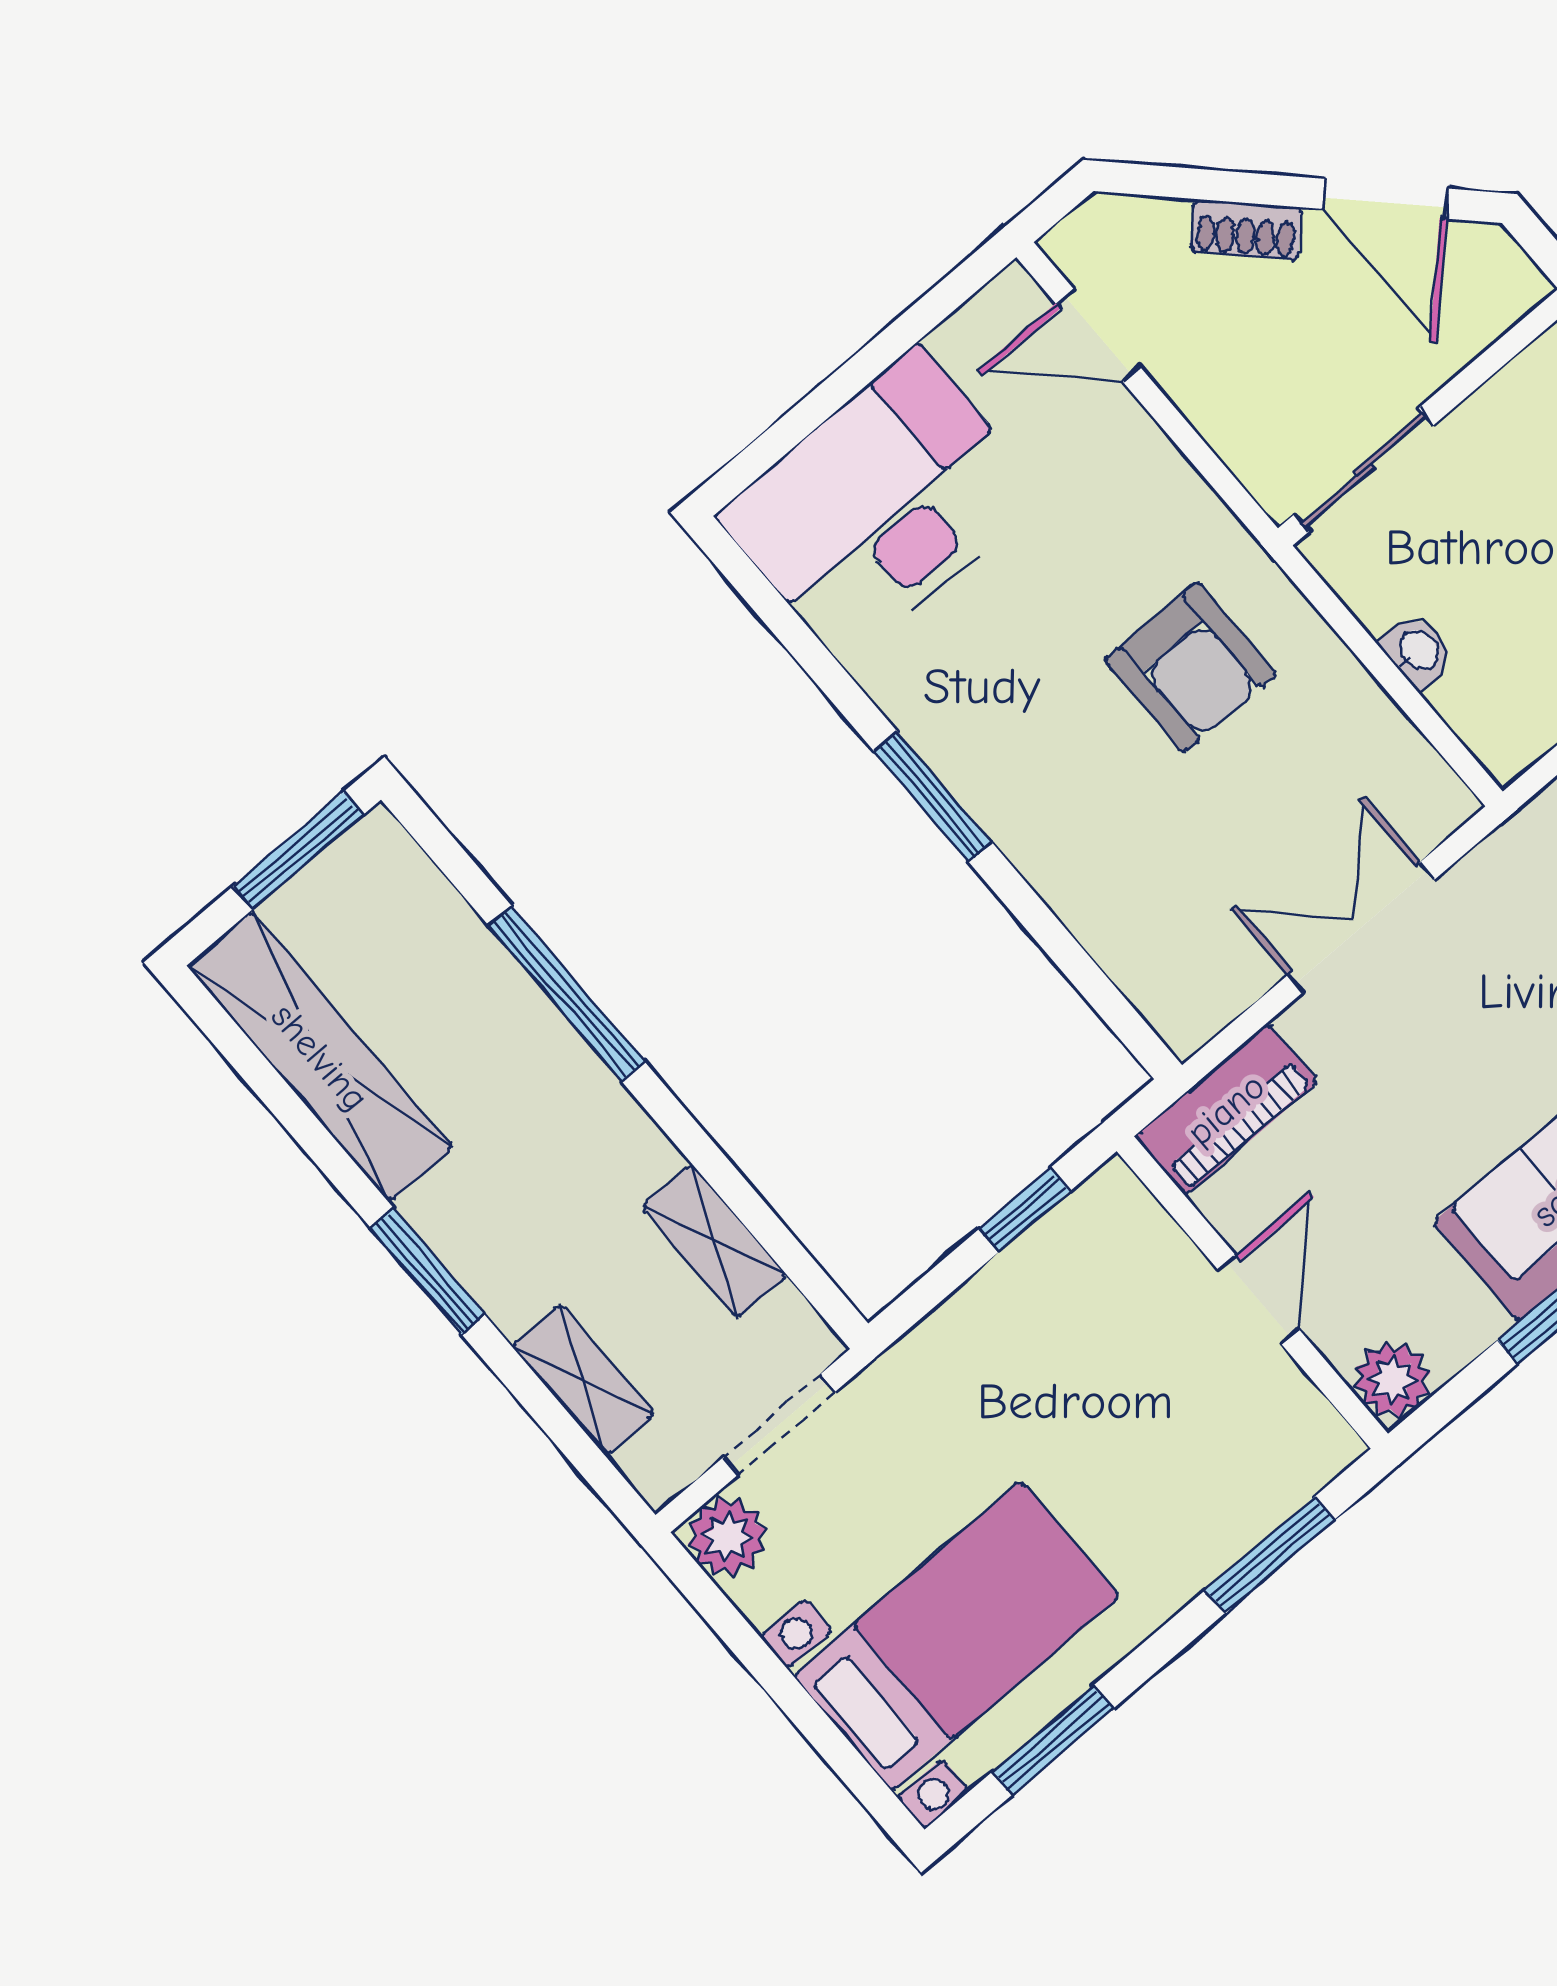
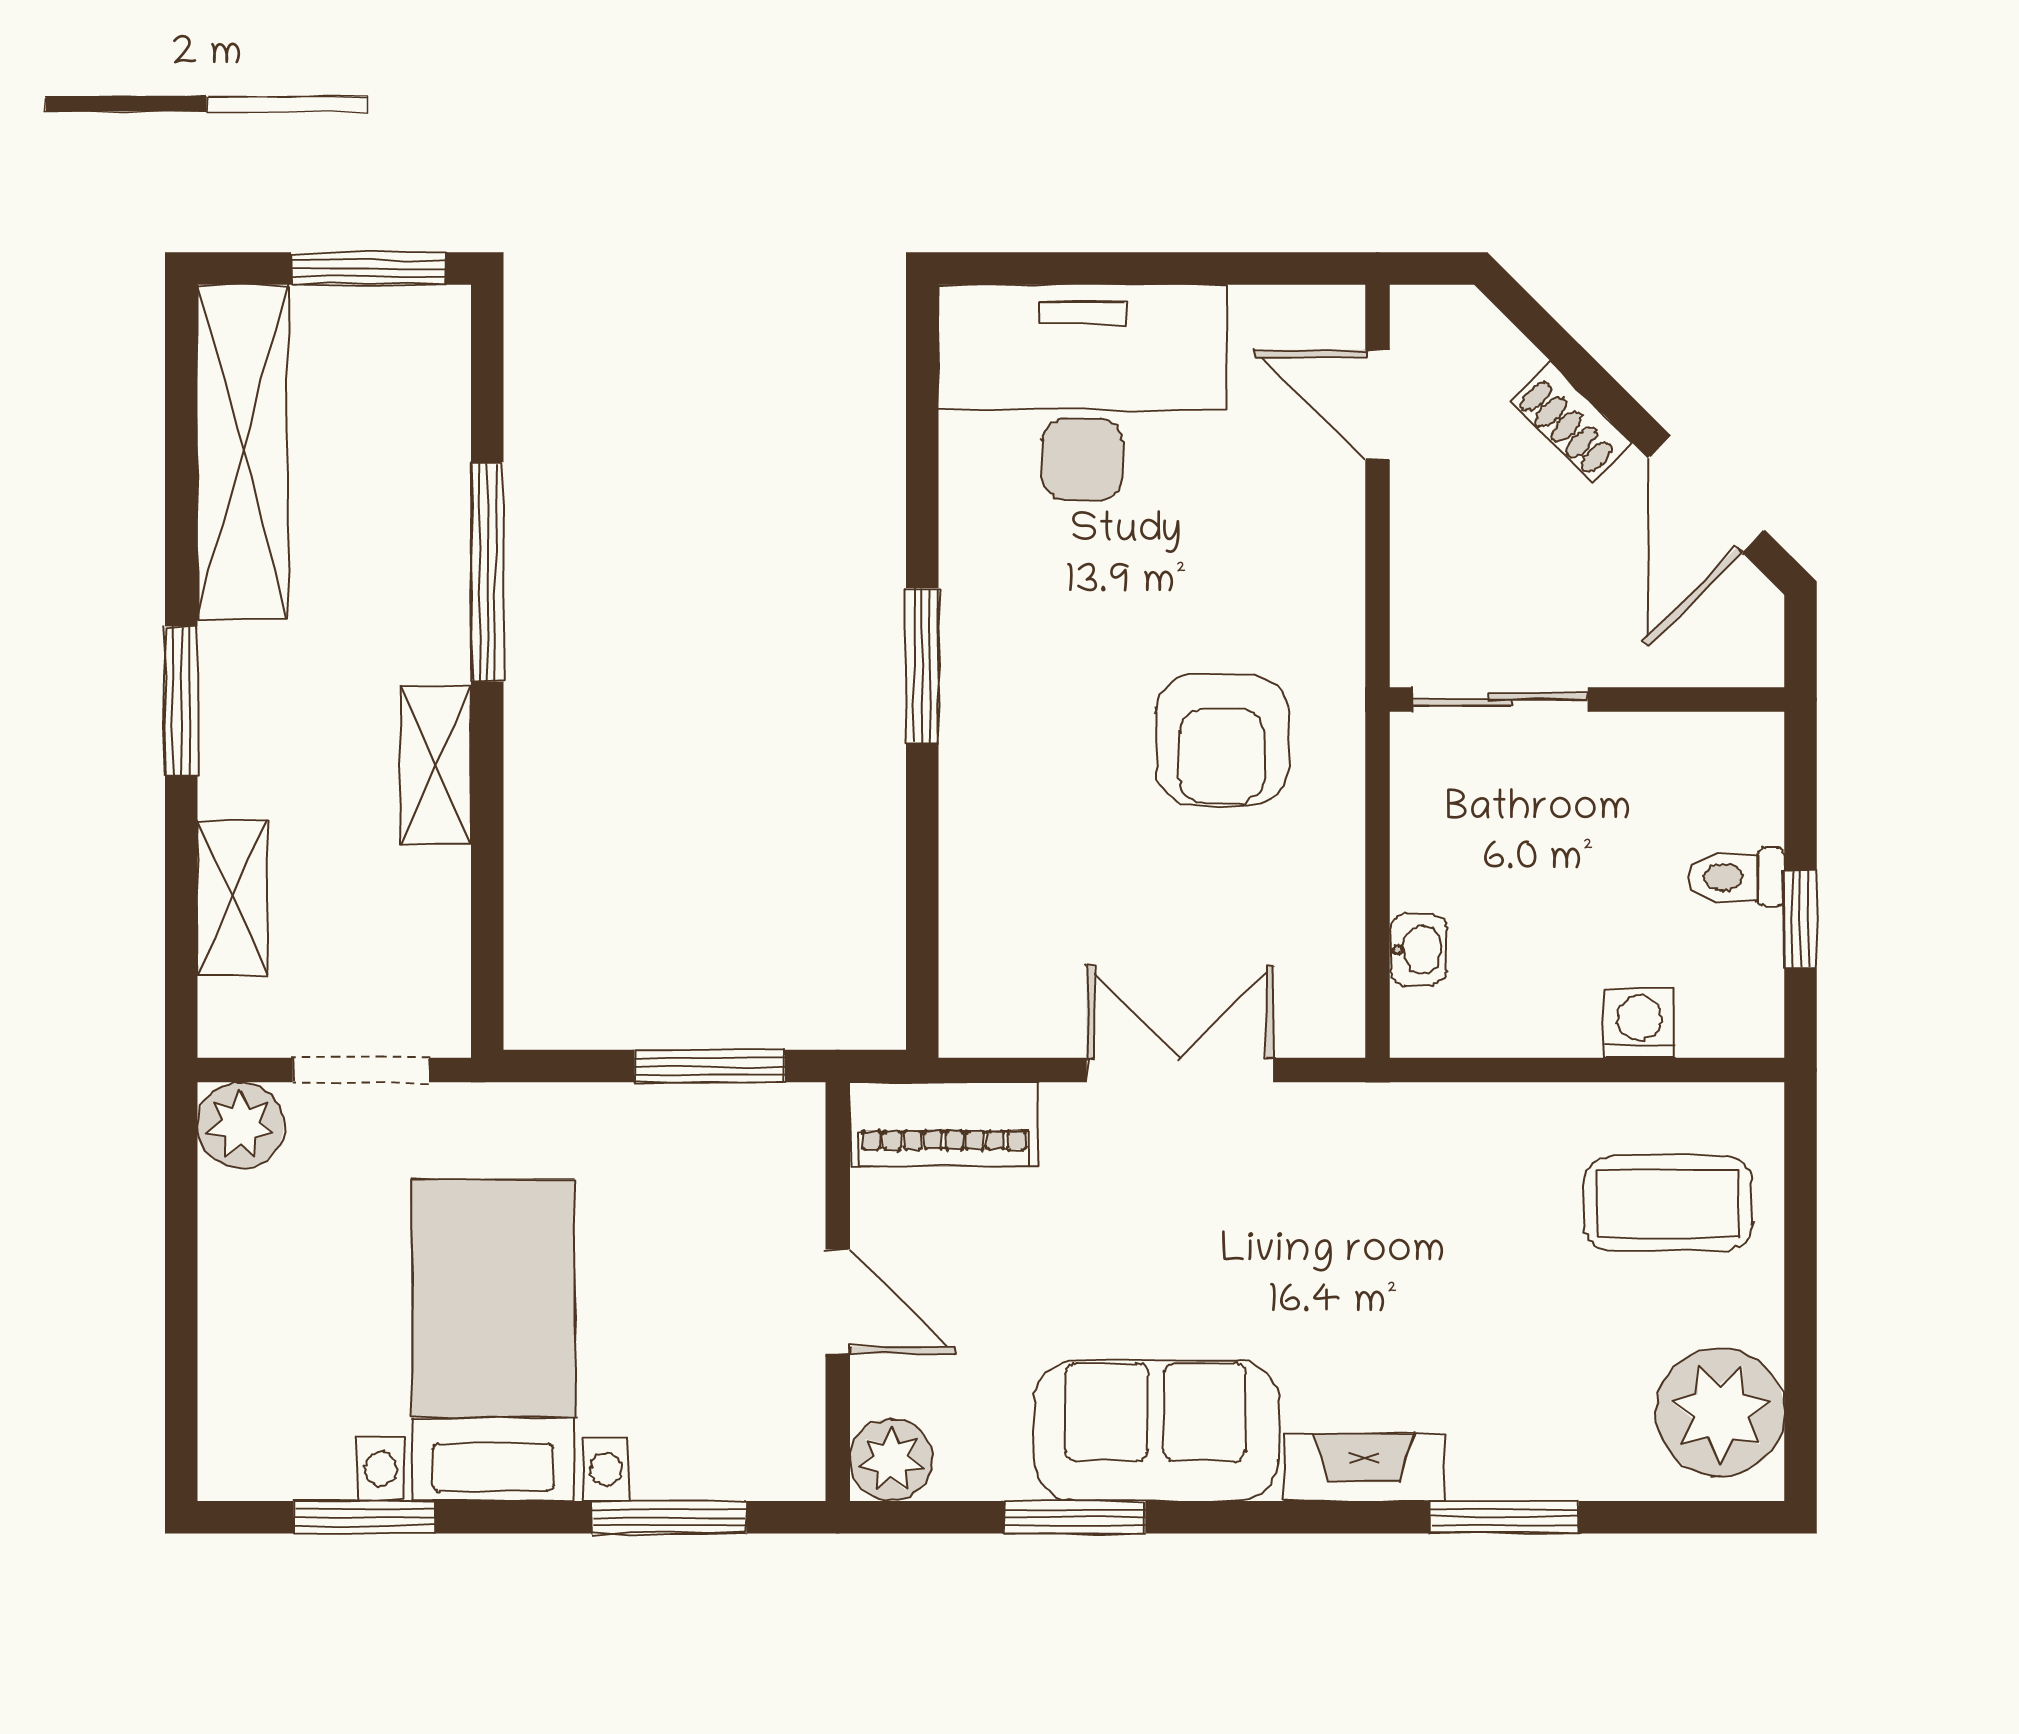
washbasin: (1418, 651) -> (1418, 950), moved
window: (1025, 1210) -> (710, 1066), width x1.50
shelving: (714, 1241) -> (436, 765), moved
door: (1259, 1300) -> (838, 1302), hinge flipped
bed with nightstands: (956, 1636) -> (493, 1340), moved, turned -90

